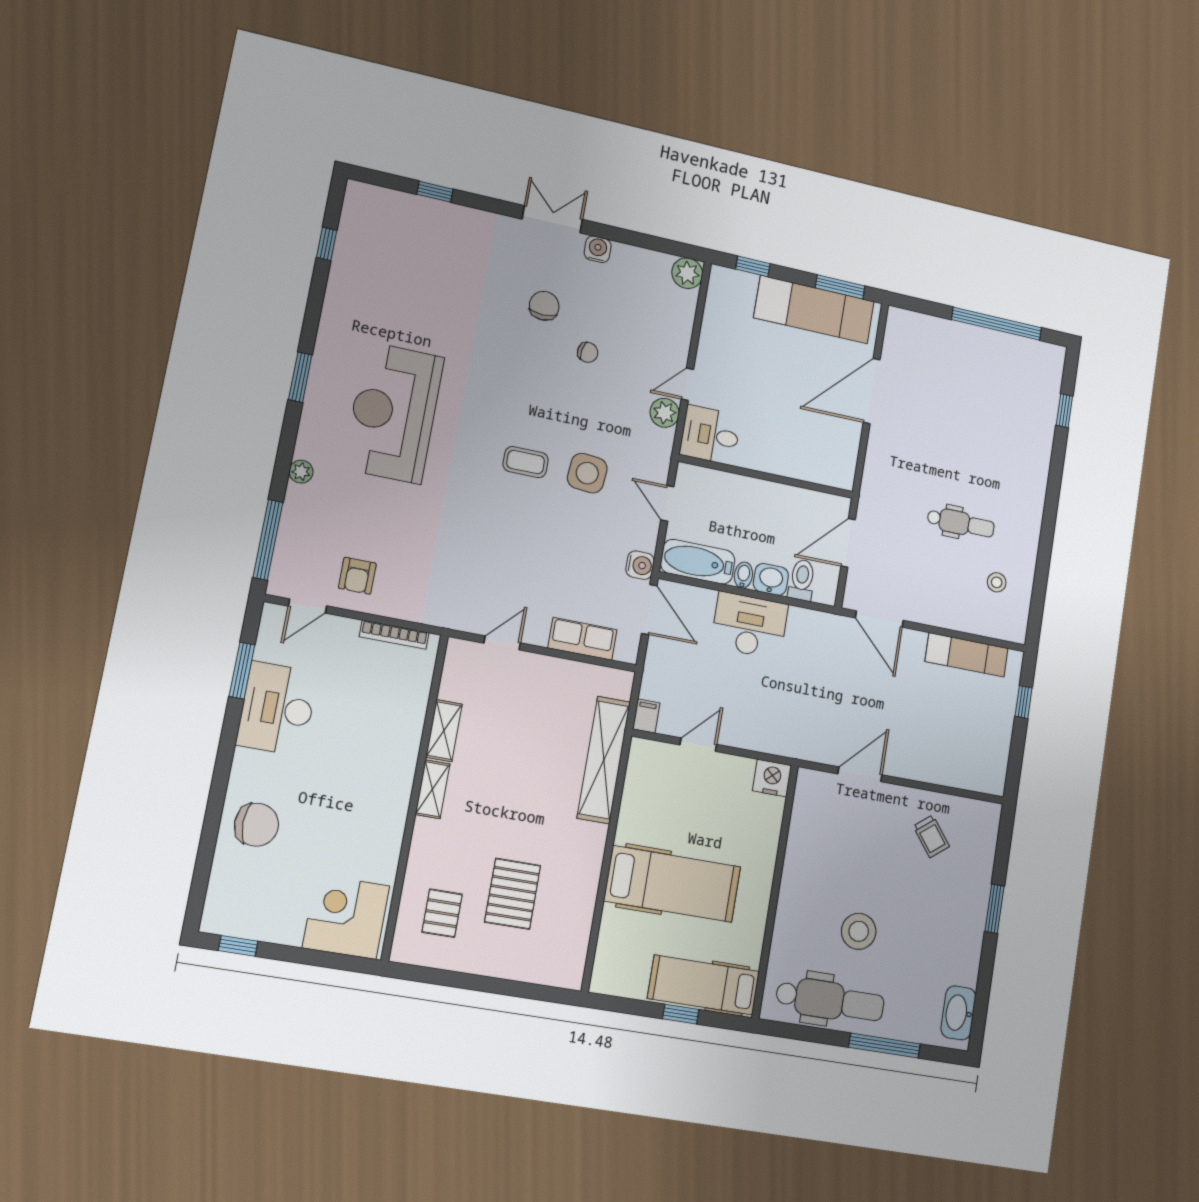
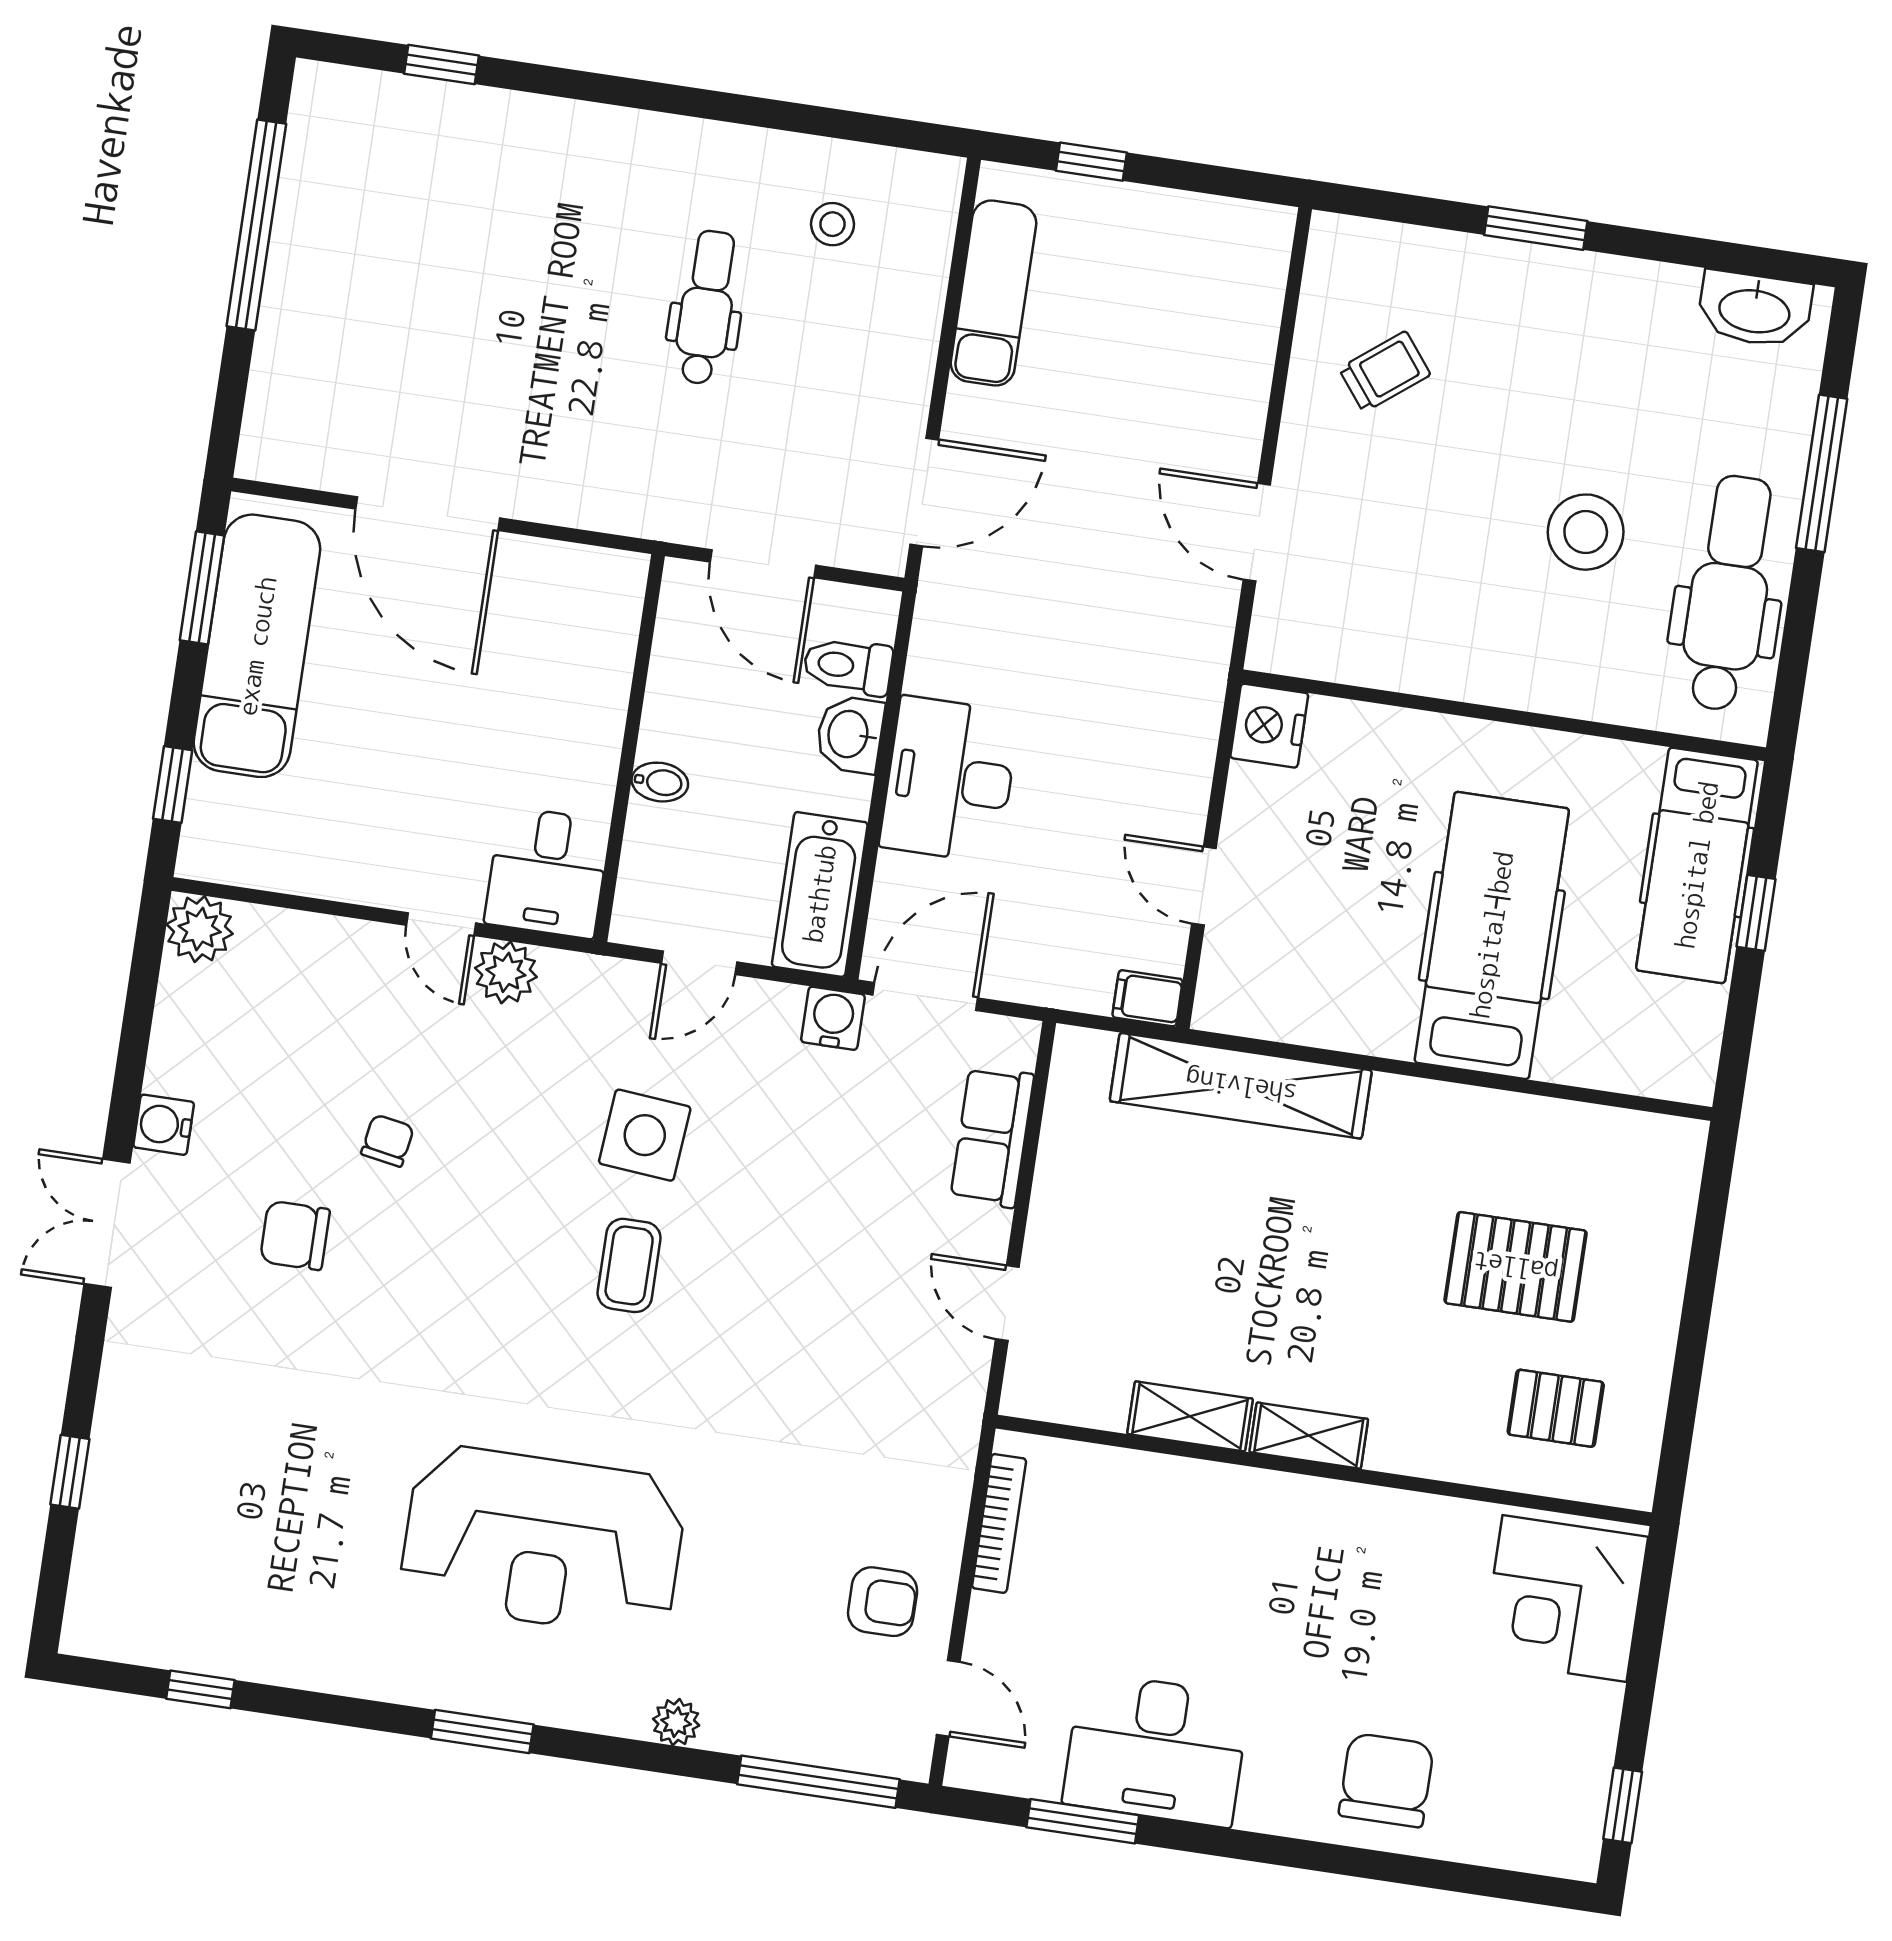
bidet: (743, 575) -> (660, 782), moved, turned 180

